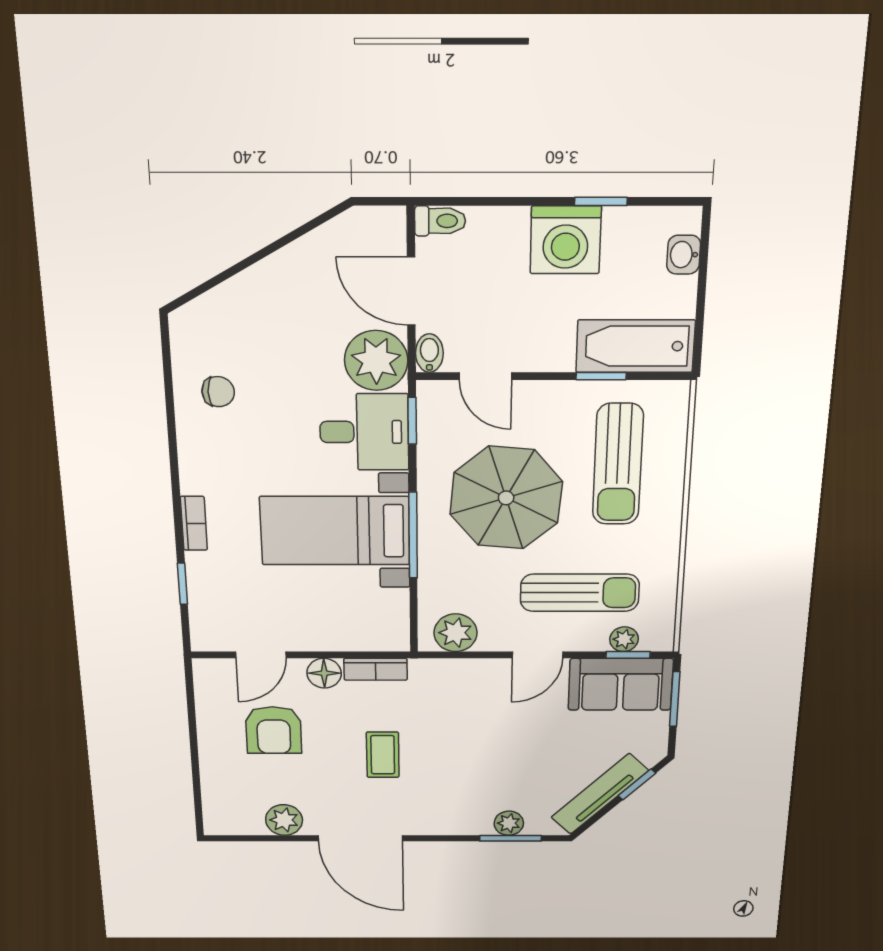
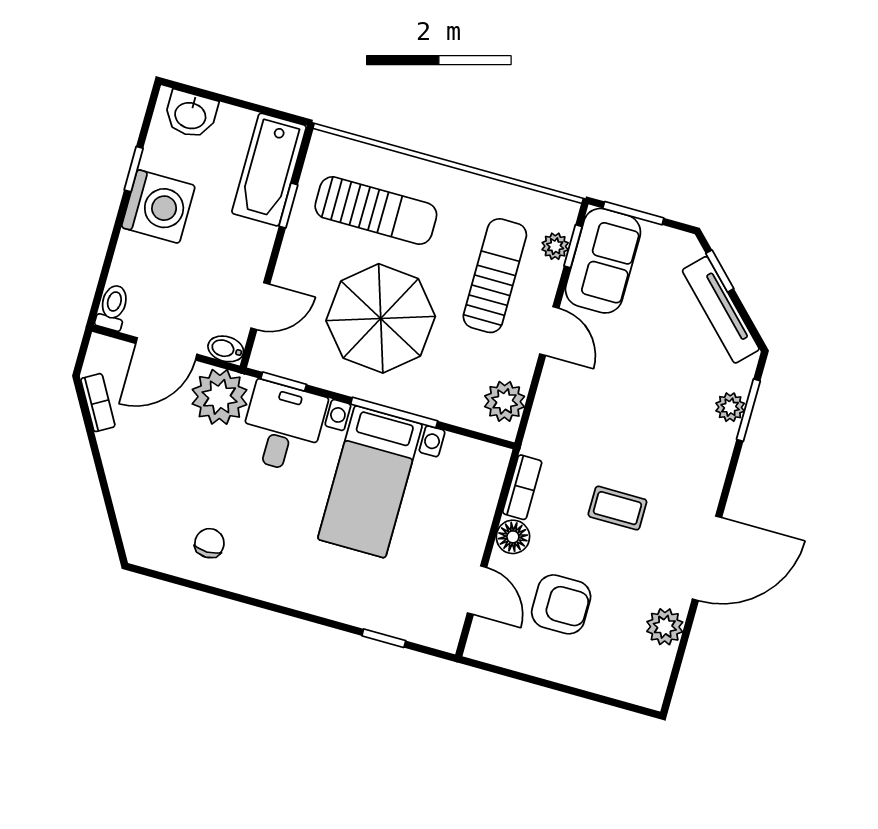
washbasin: (684, 255) -> (191, 114), width x1.38, depth x1.45
bookcase: (194, 523) -> (98, 403), moved, turned 60

